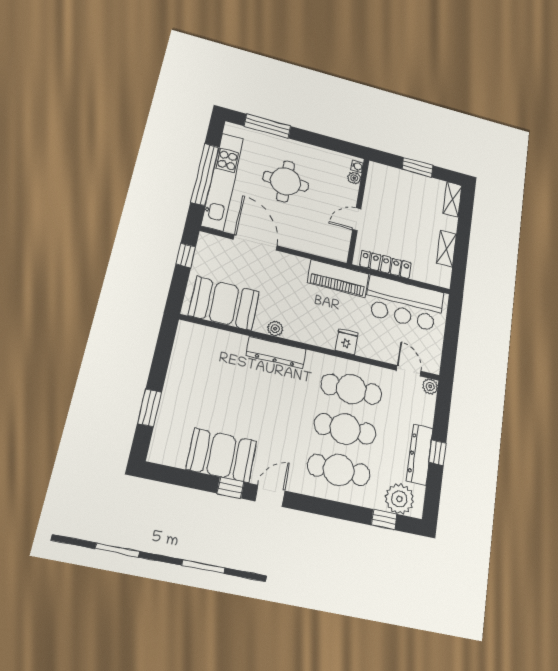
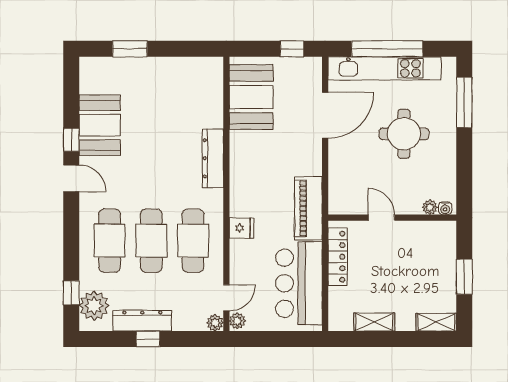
plant: (275, 329) -> (237, 321), moved

